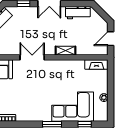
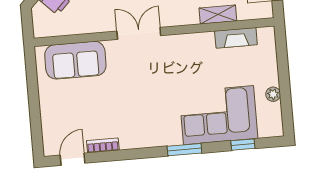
shelving: (65, 51) -> (218, 14), moved
fireplace: (96, 64) -> (236, 38), moved

